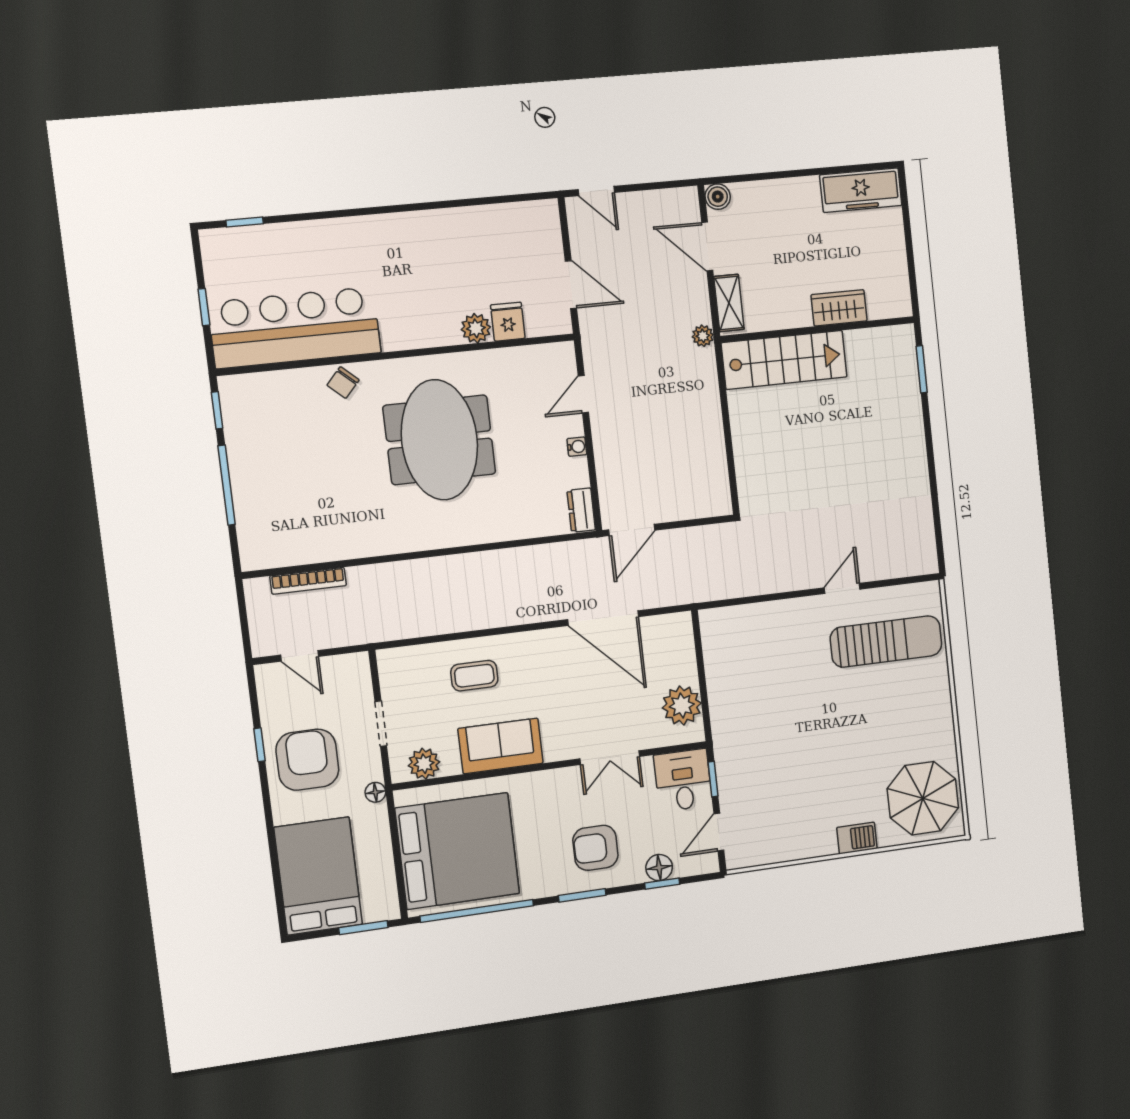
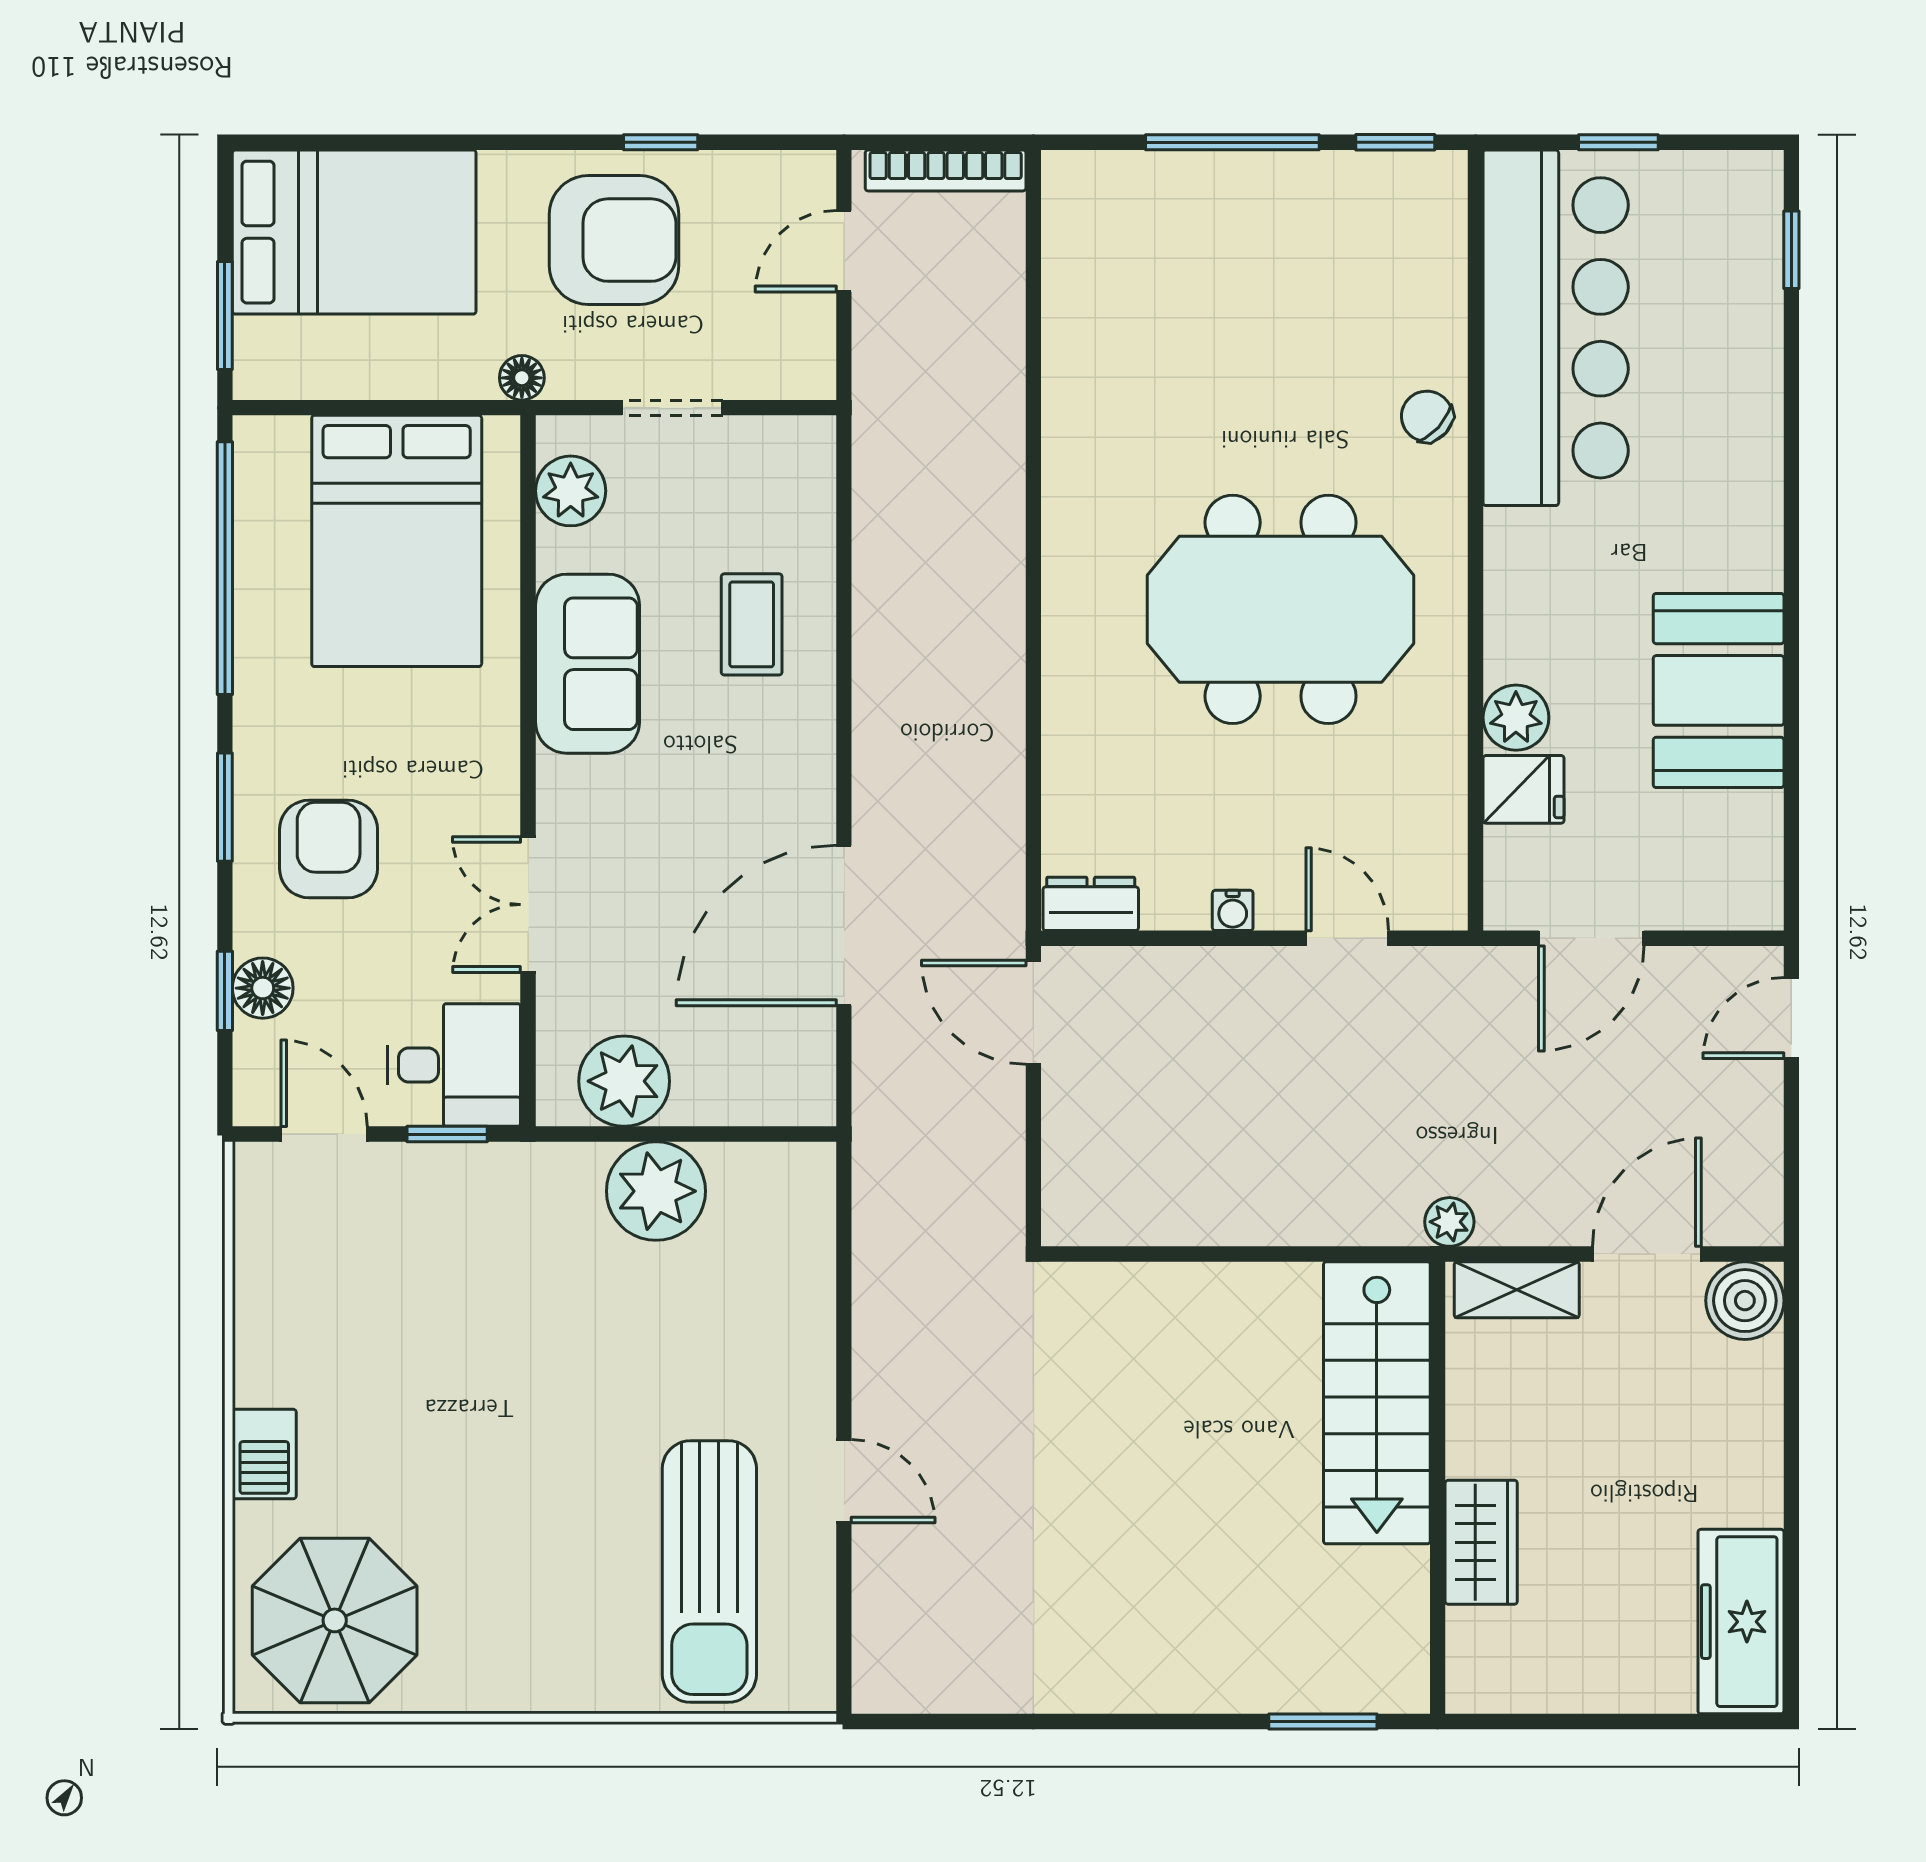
boiler: (718, 197) -> (1745, 1301), width x1.36, depth x1.36
booth: (453, 237) -> (1719, 690), added
bookcase: (308, 581) -> (946, 170), moved, turned -90
plant: (728, 685) -> (656, 1191), added
bed: (457, 851) -> (397, 541), width x0.73

